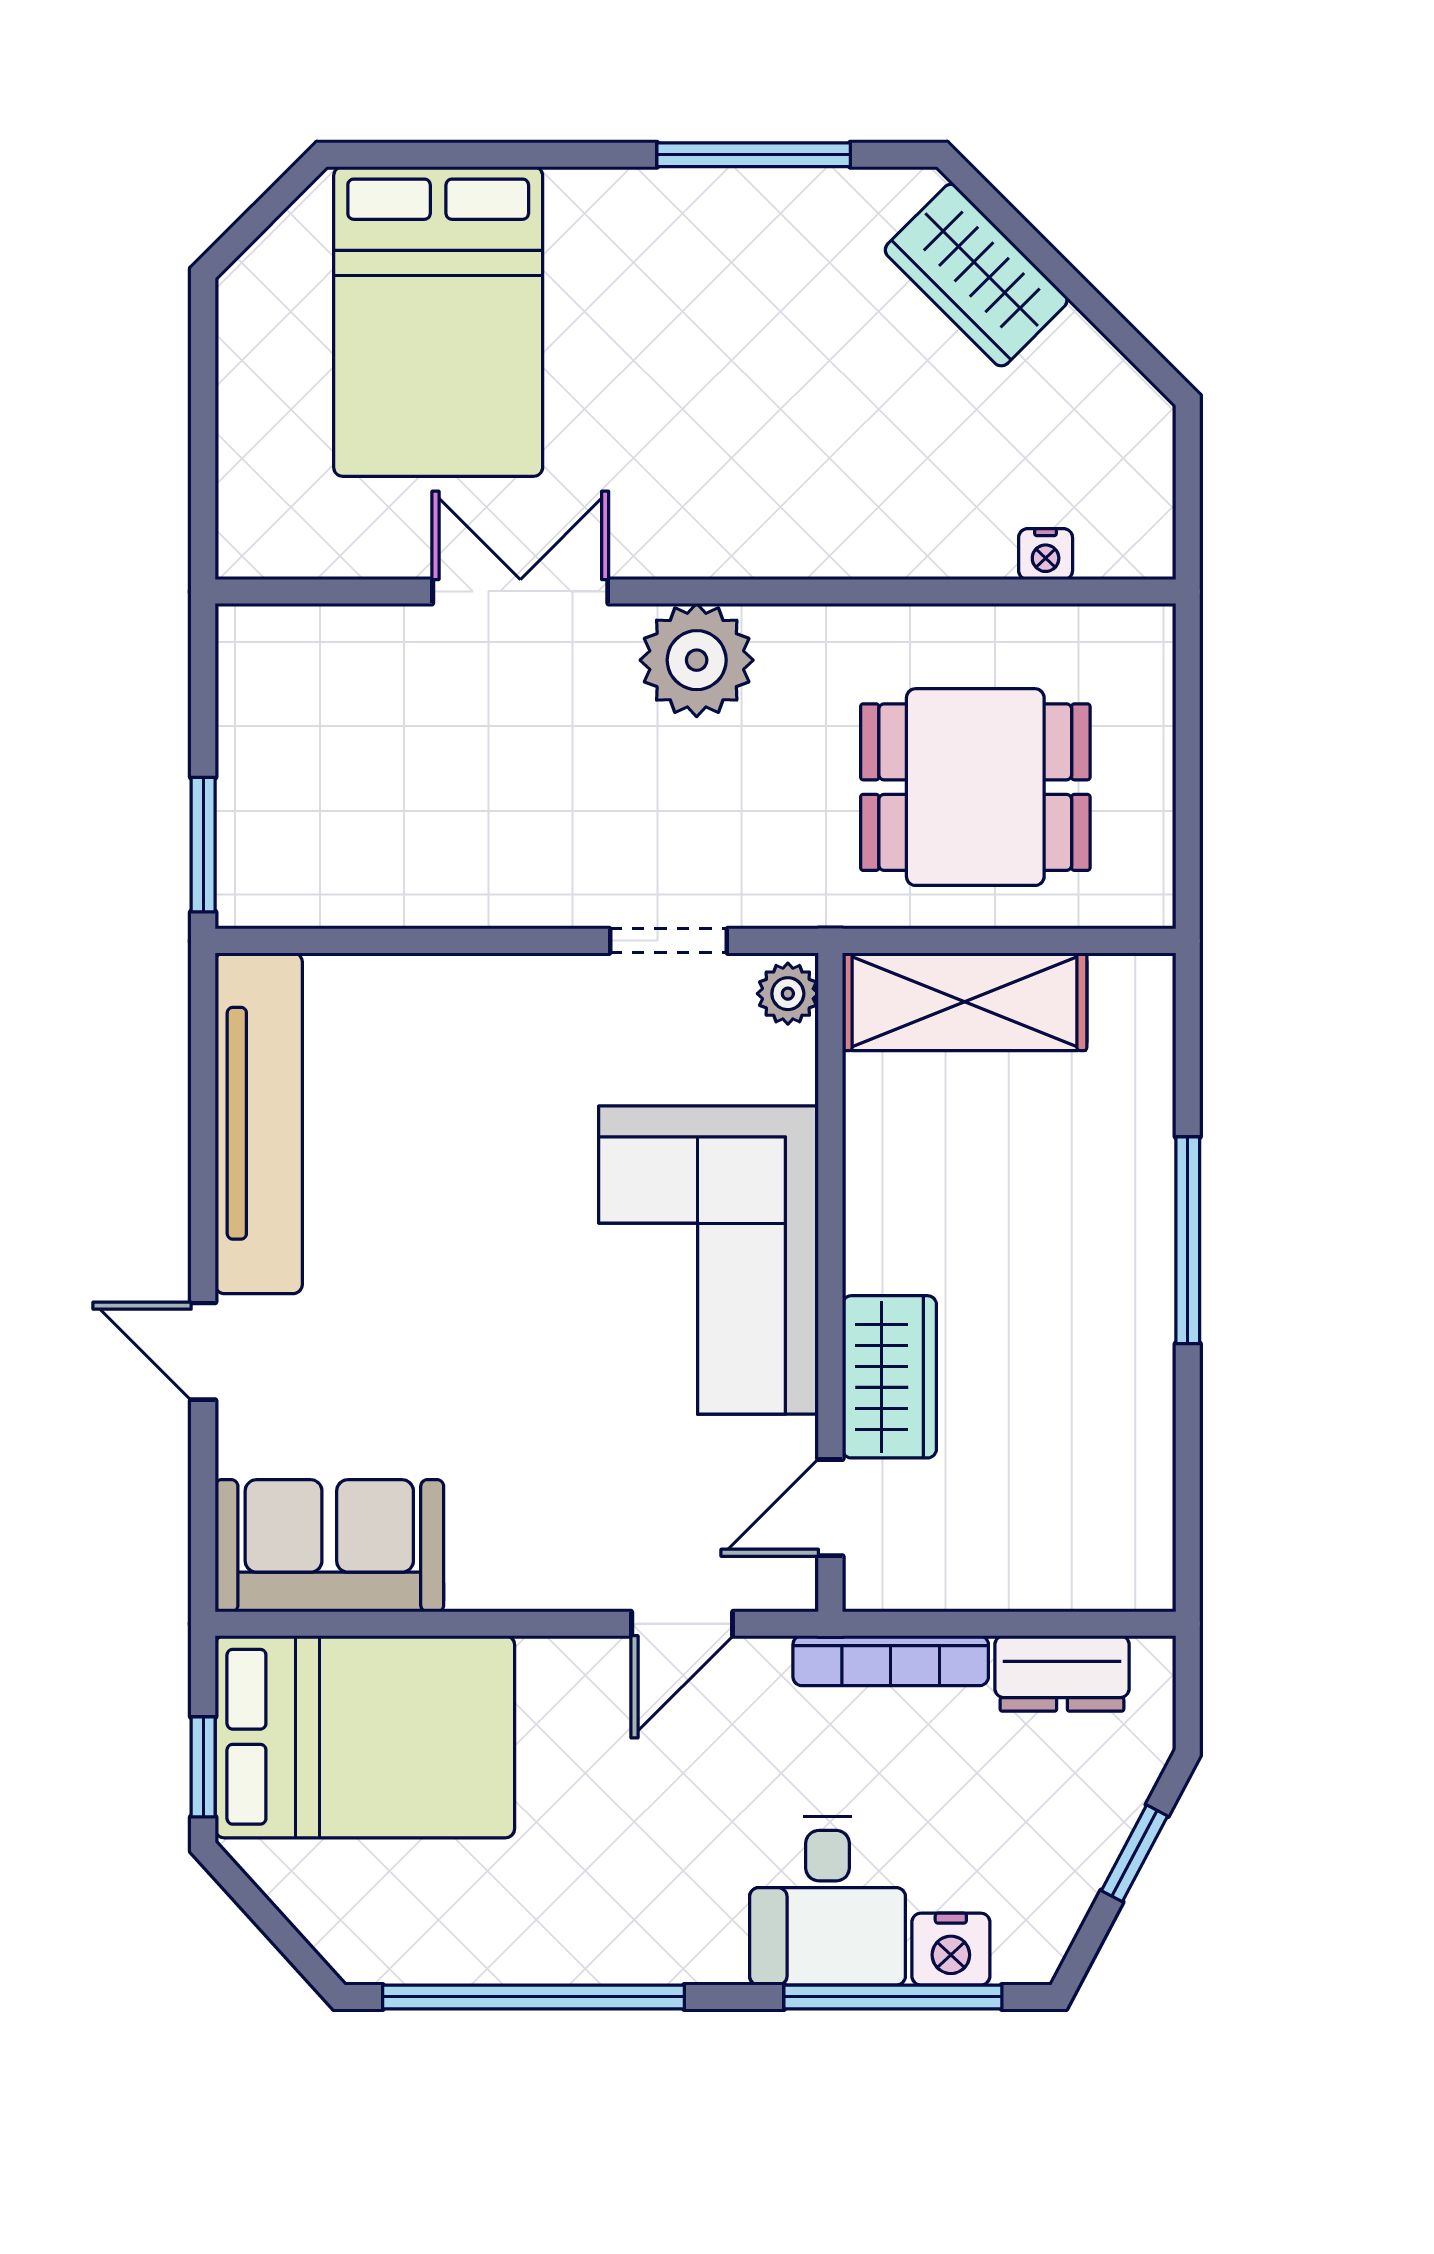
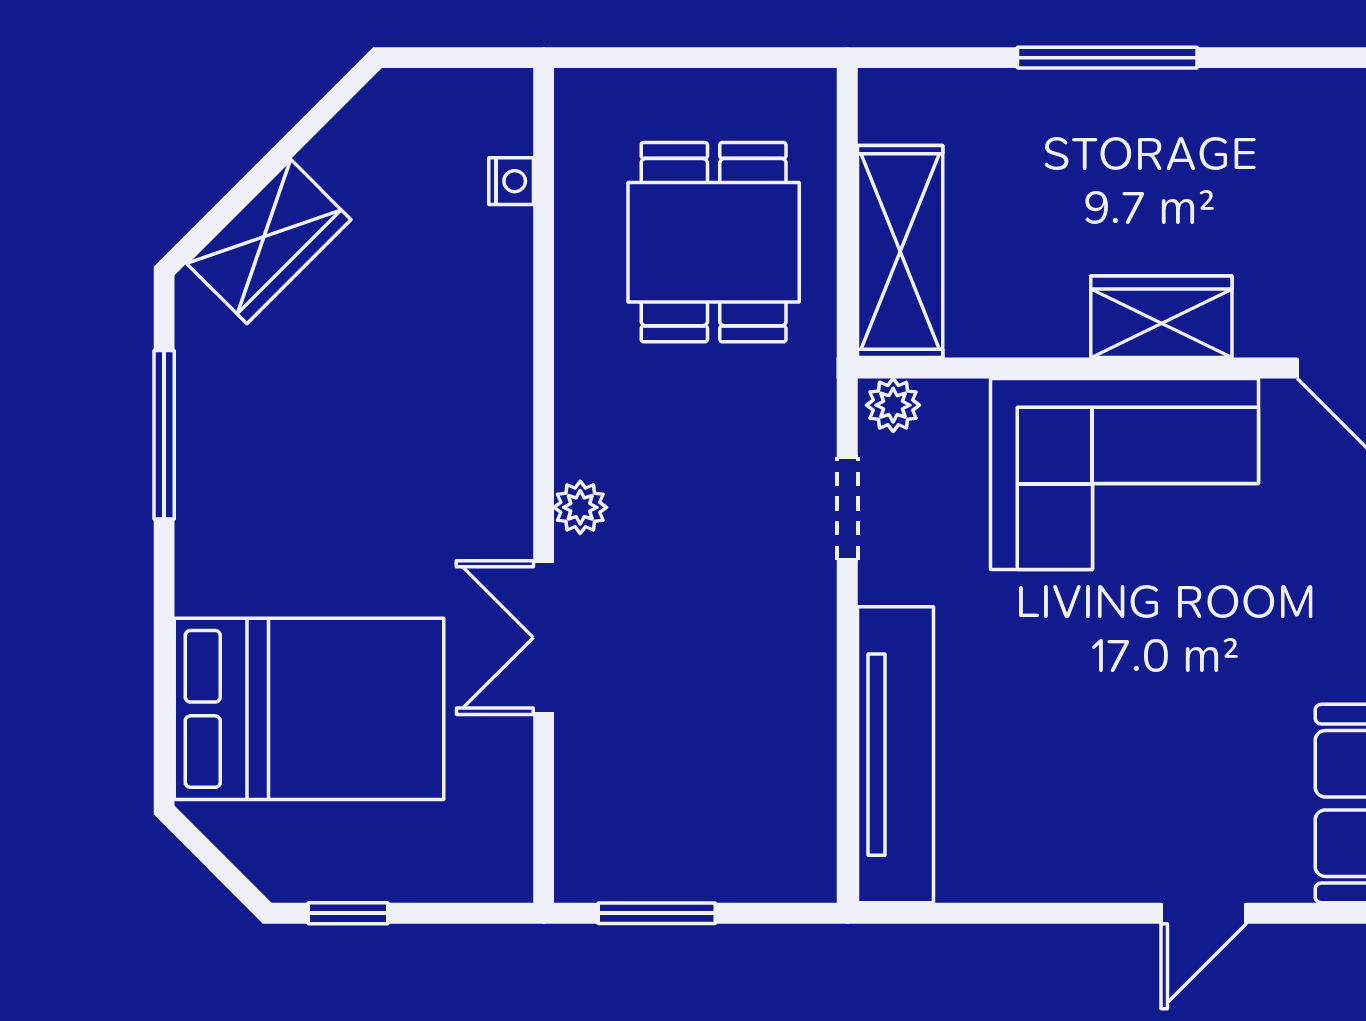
window: (203, 366) -> (348, 913), added
plant: (697, 660) -> (580, 507), width x0.53, depth x0.53
window: (203, 845) -> (657, 913), moved
tv unit: (259, 1123) -> (895, 755), moved, turned 90
wardrobe: (889, 1377) -> (1161, 317), moved

